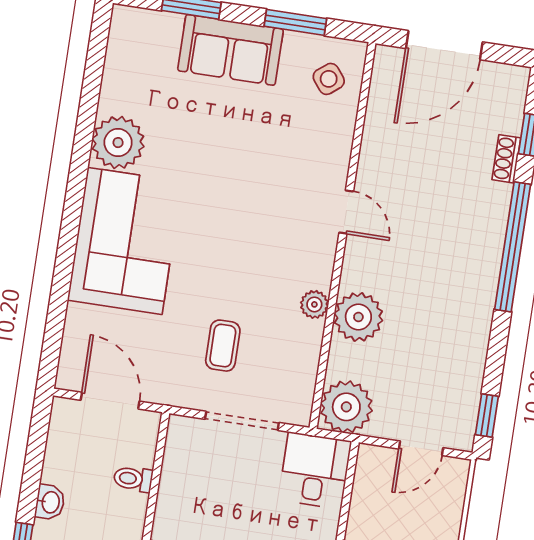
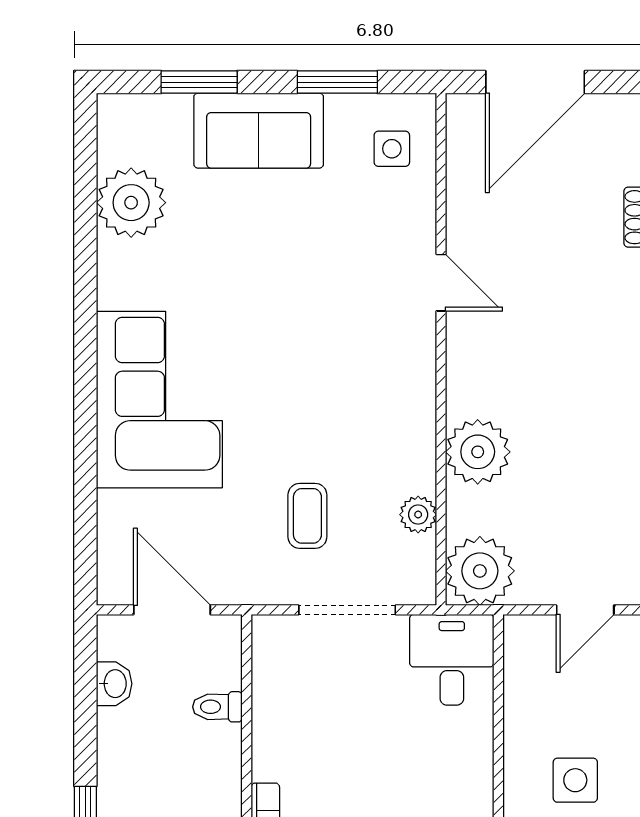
side table: (329, 79) -> (392, 149), turned 38
plant: (118, 143) -> (131, 203), moved
door: (346, 212) -> (441, 283), moved
plant: (314, 304) -> (418, 515), moved
washbasin: (50, 502) -> (114, 684), moved

